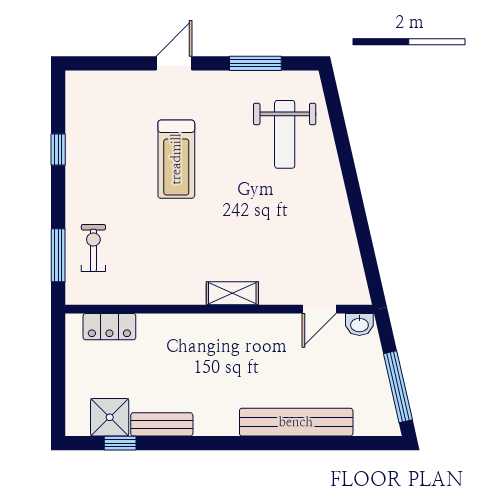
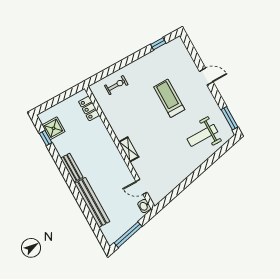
window: (255, 63) -> (229, 118), moved
window: (58, 149) -> (158, 44), moved
treadmill: (176, 159) -> (169, 98), turned 90
window: (58, 255) -> (106, 73), removed
bench: (162, 424) -> (72, 168), moved

